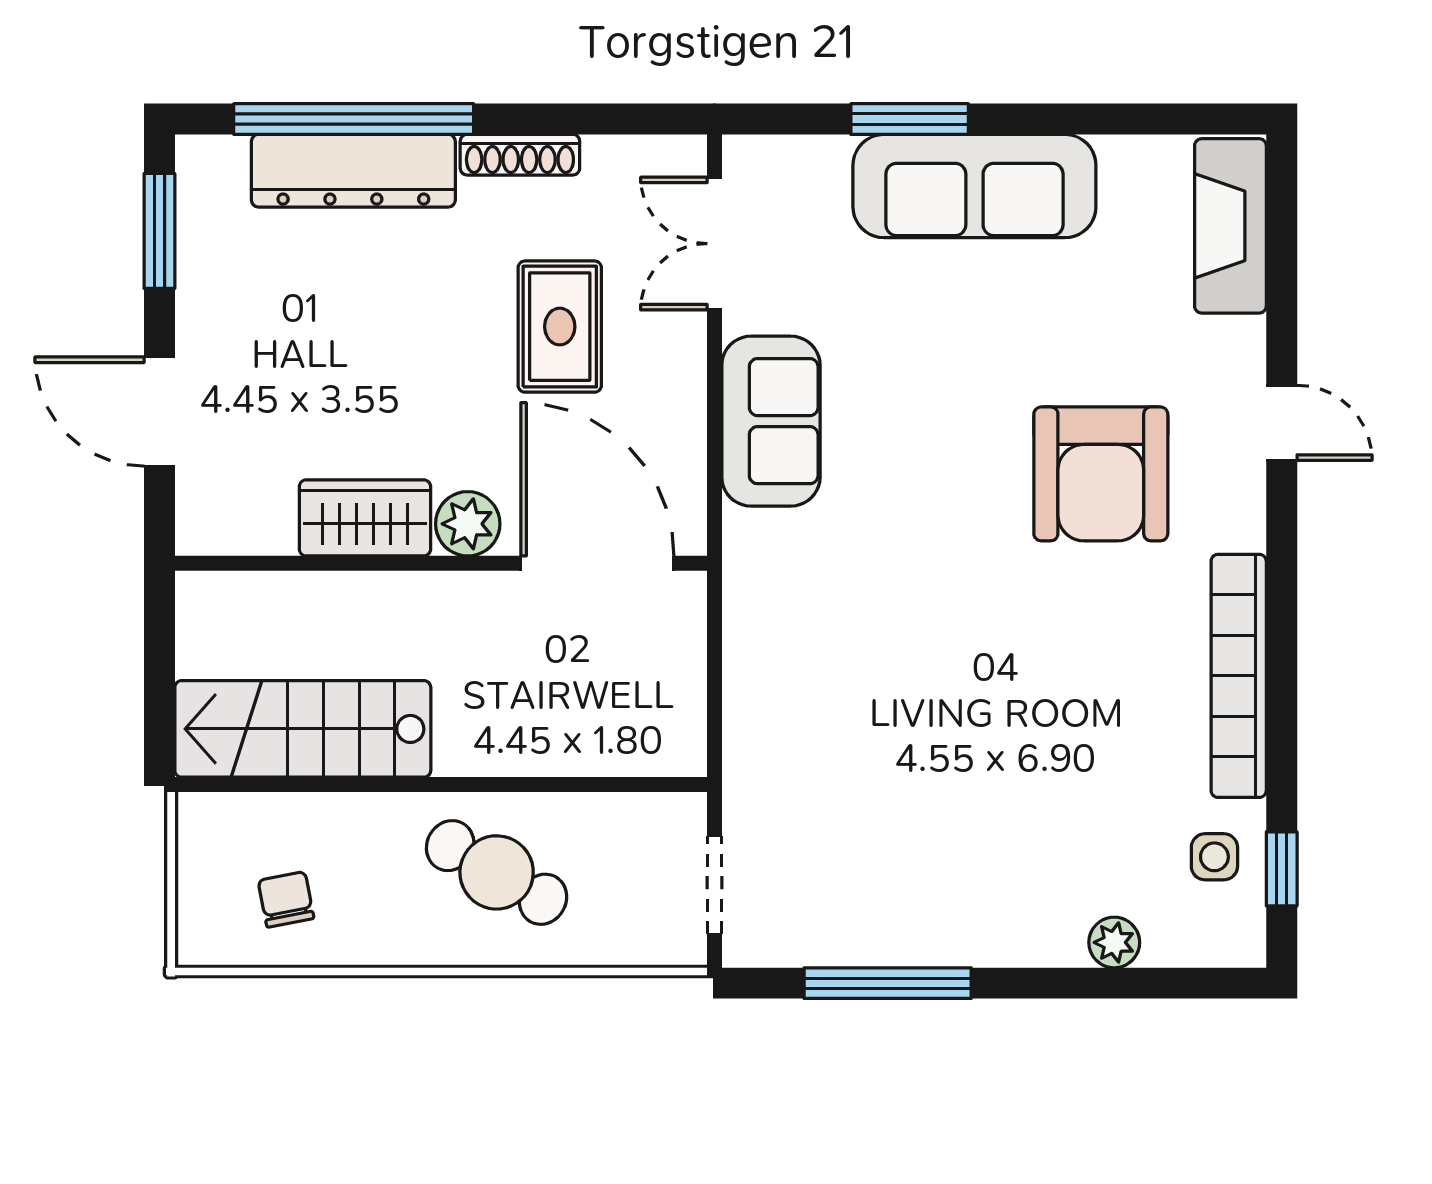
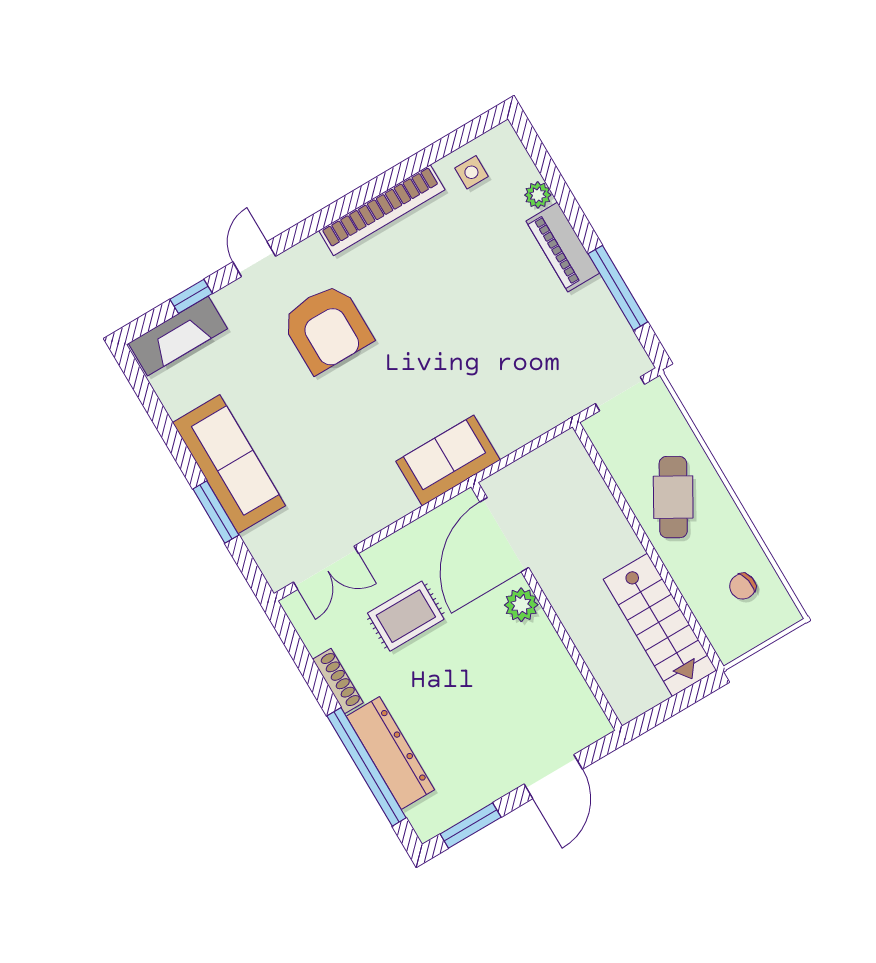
sofa: (771, 421) -> (448, 461), moved
armchair: (1101, 474) -> (327, 328), turned 90
wardrobe: (365, 518) -> (546, 654), removed
window: (1282, 869) -> (191, 296), moved
piano: (1006, 933) -> (563, 247), added

